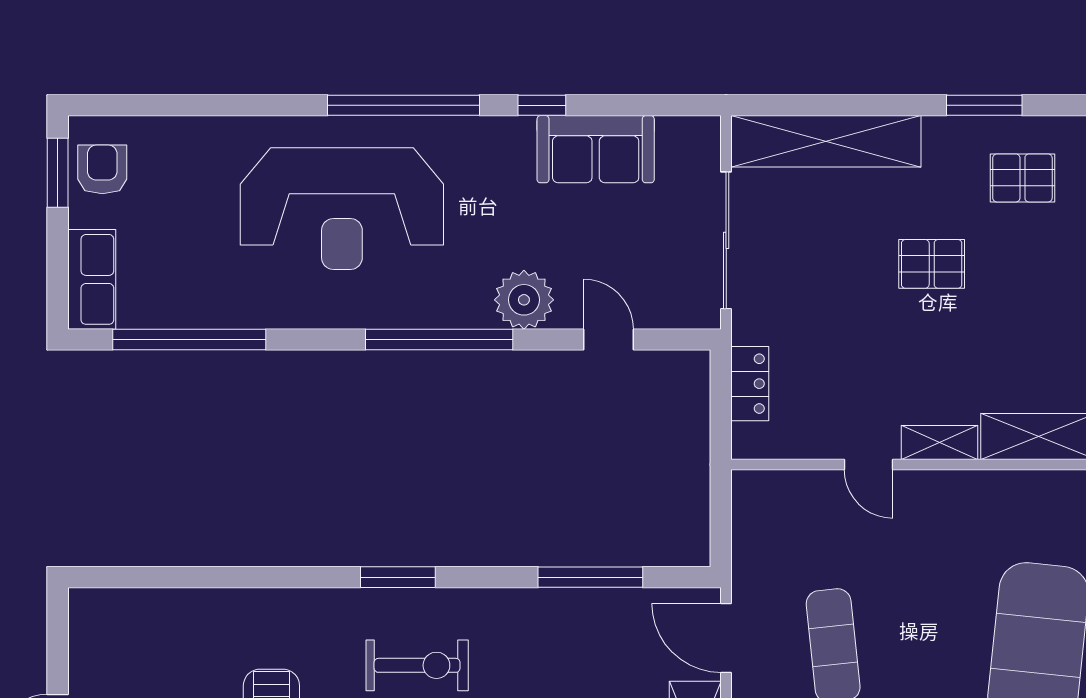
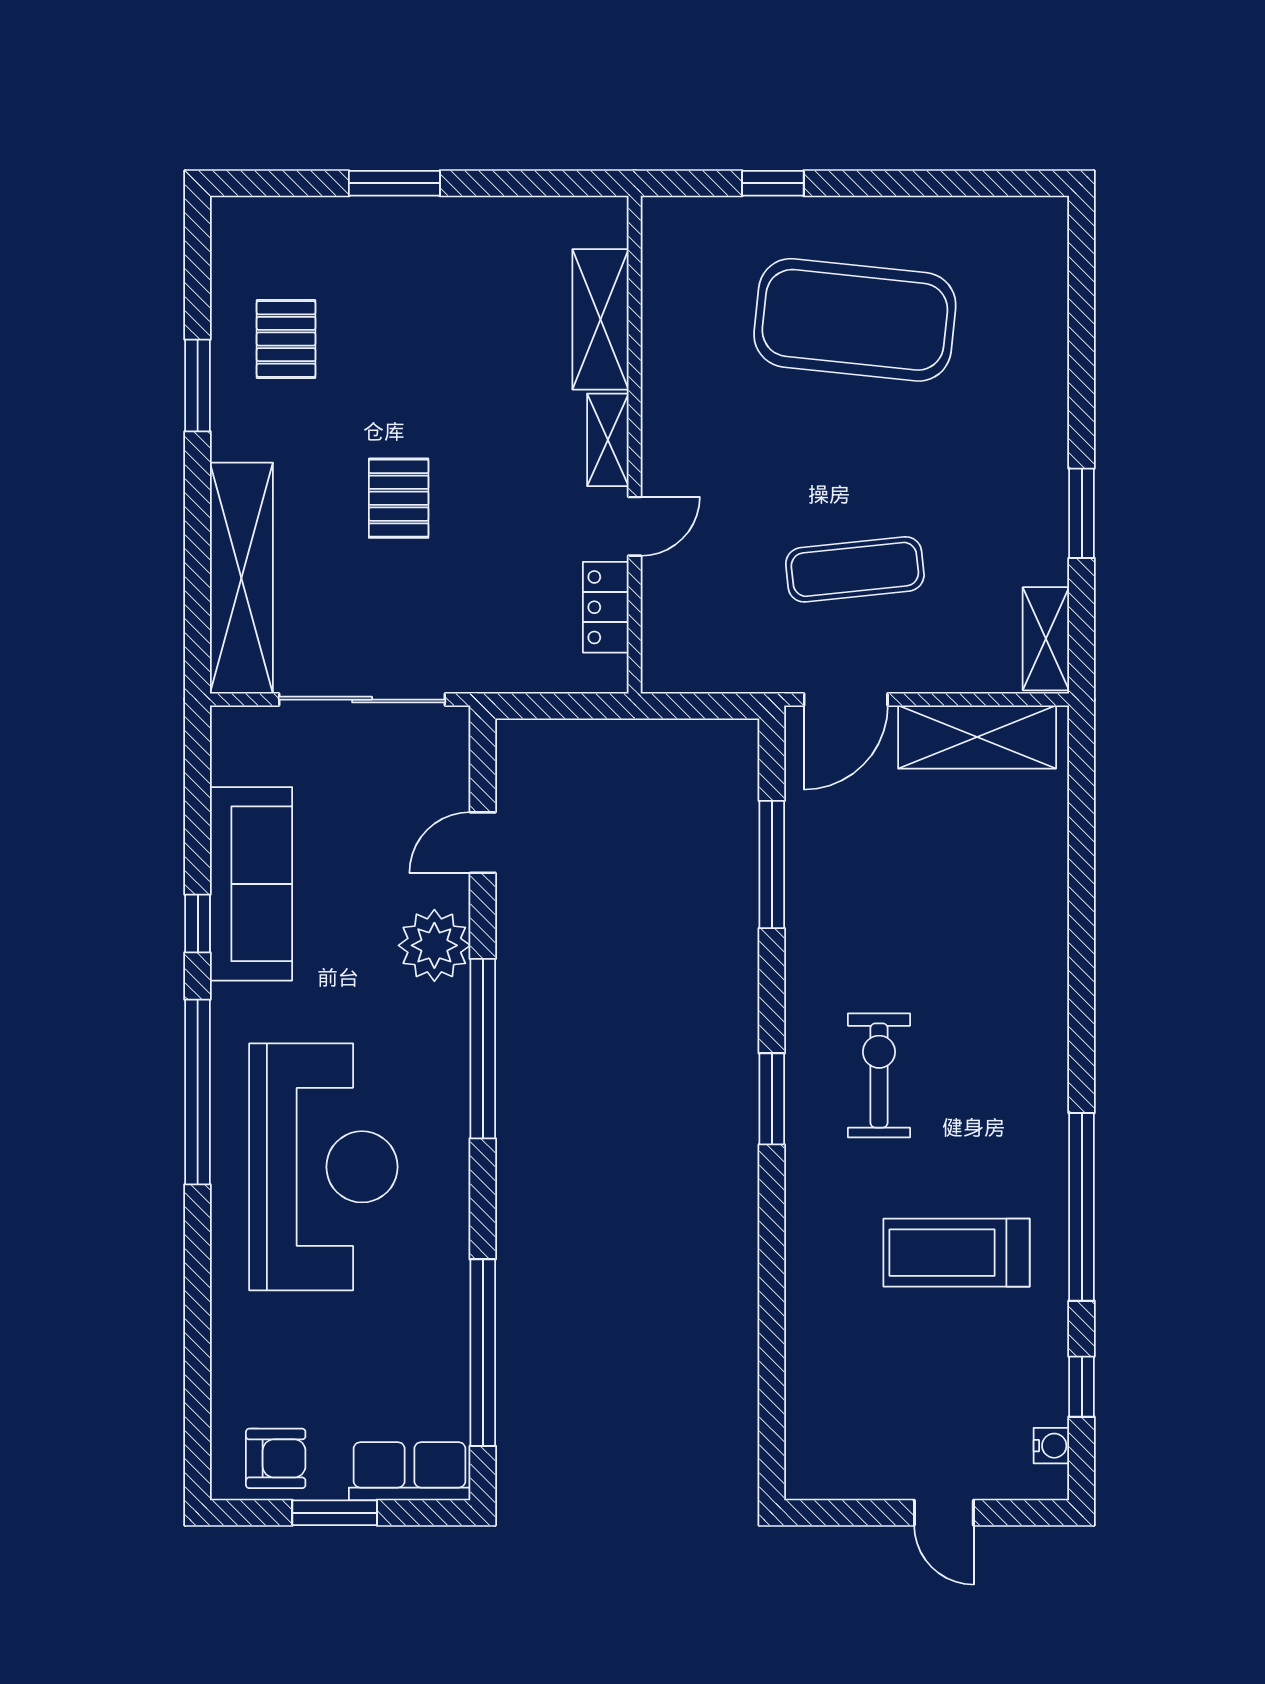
sofa: (596, 149) -> (251, 884), width x1.36
armchair: (102, 169) -> (276, 1458), turned 180
window: (58, 173) -> (335, 1513), moved
pallet: (932, 264) -> (399, 498), moved
locker: (750, 384) -> (606, 607), moved, turned -90

